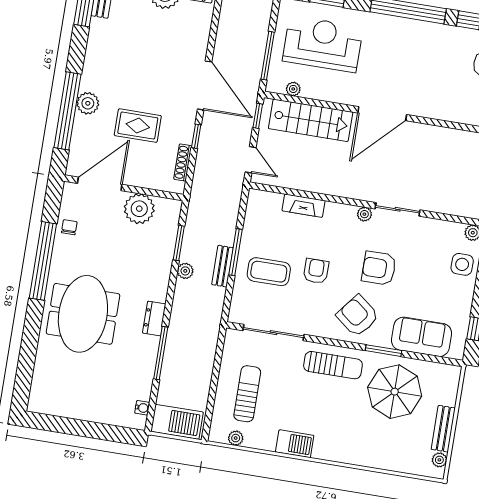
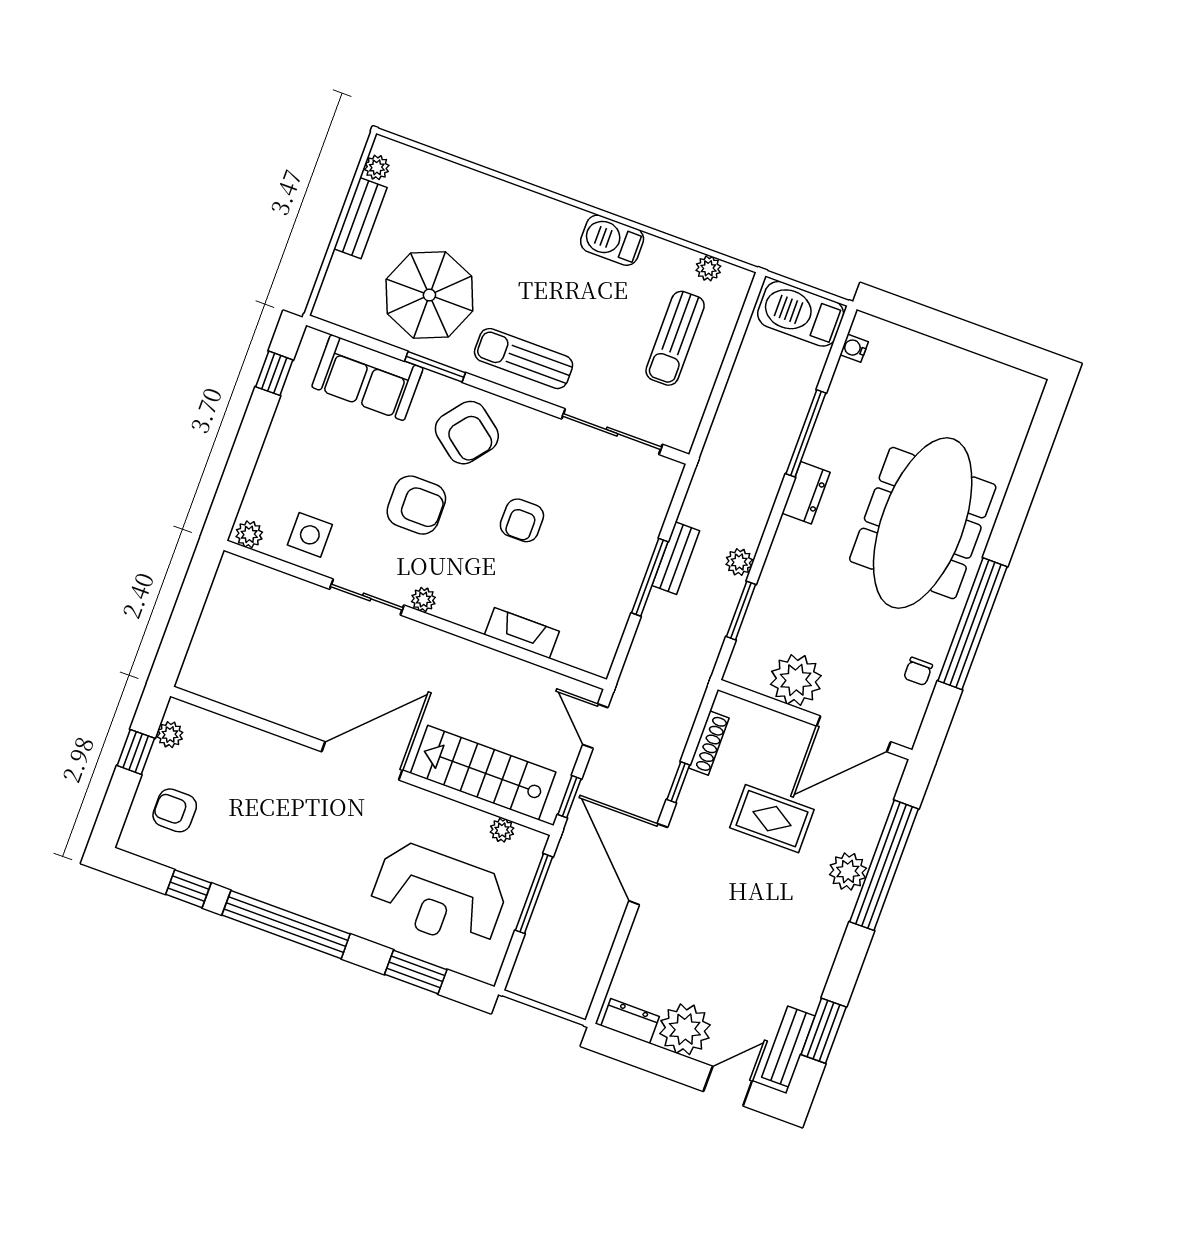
side table: (462, 264) -> (310, 535), moved
coffee table: (269, 272) -> (601, 534), removed
meeting table: (83, 314) -> (923, 523), width x1.36

